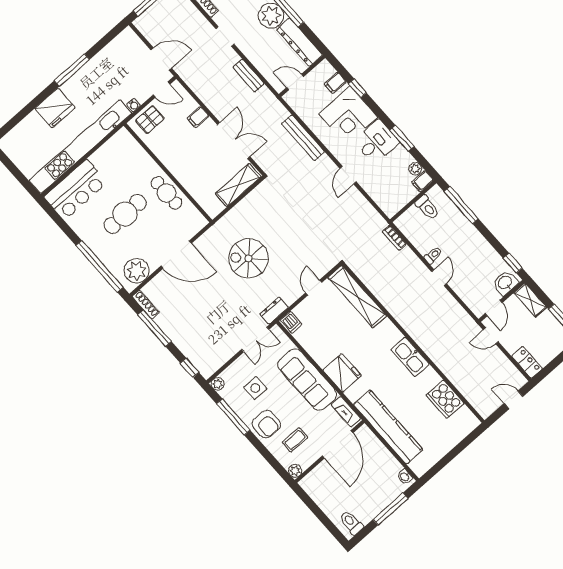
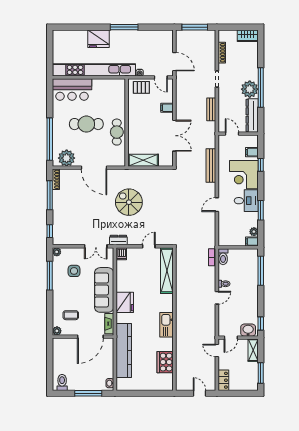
shelving: (238, 185) -> (143, 160), moved
toilet: (427, 207) -> (223, 257), moved
armchair: (266, 424) -> (63, 294), removed

